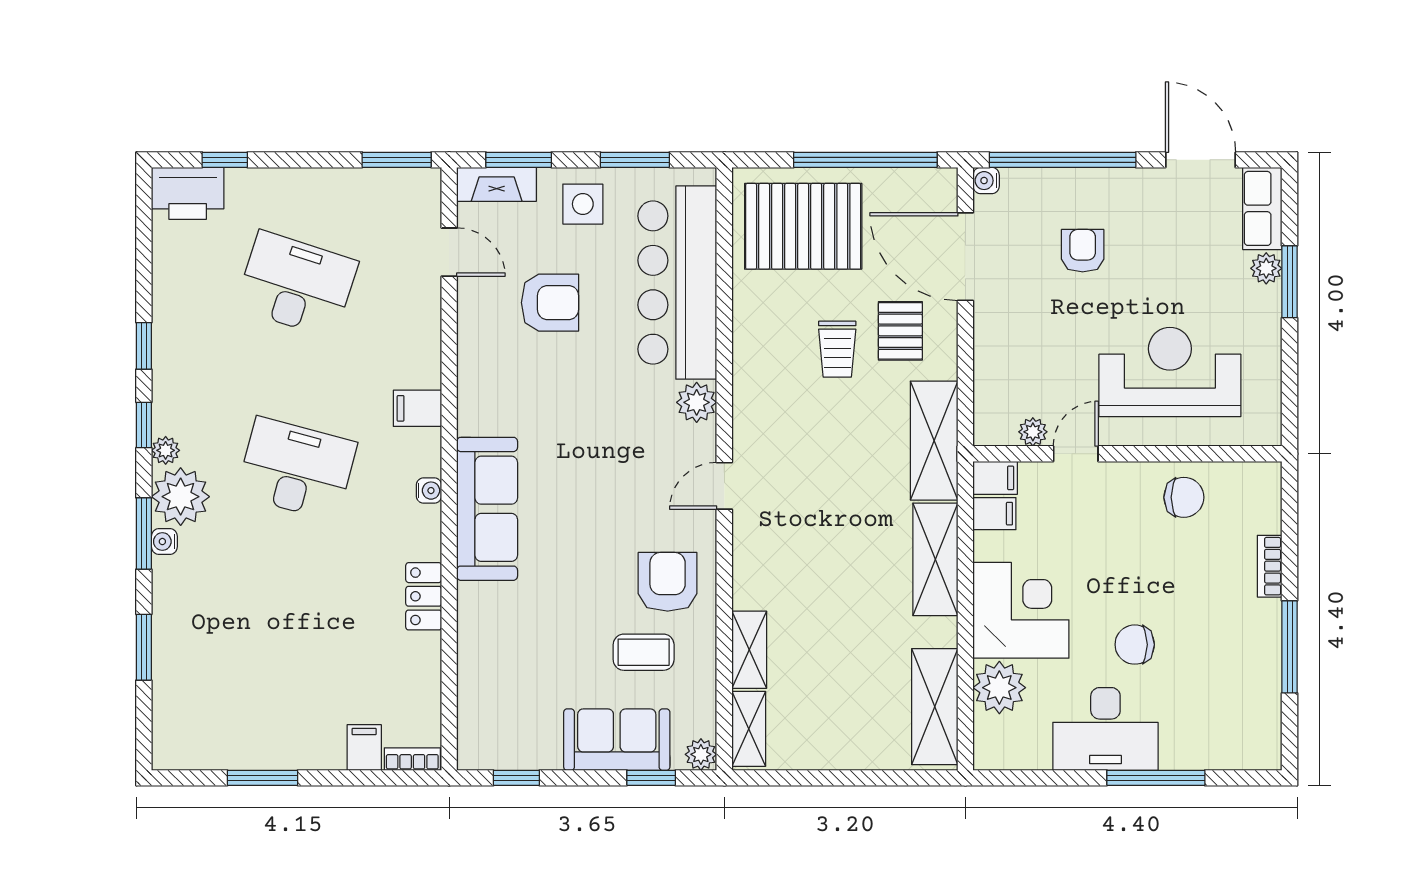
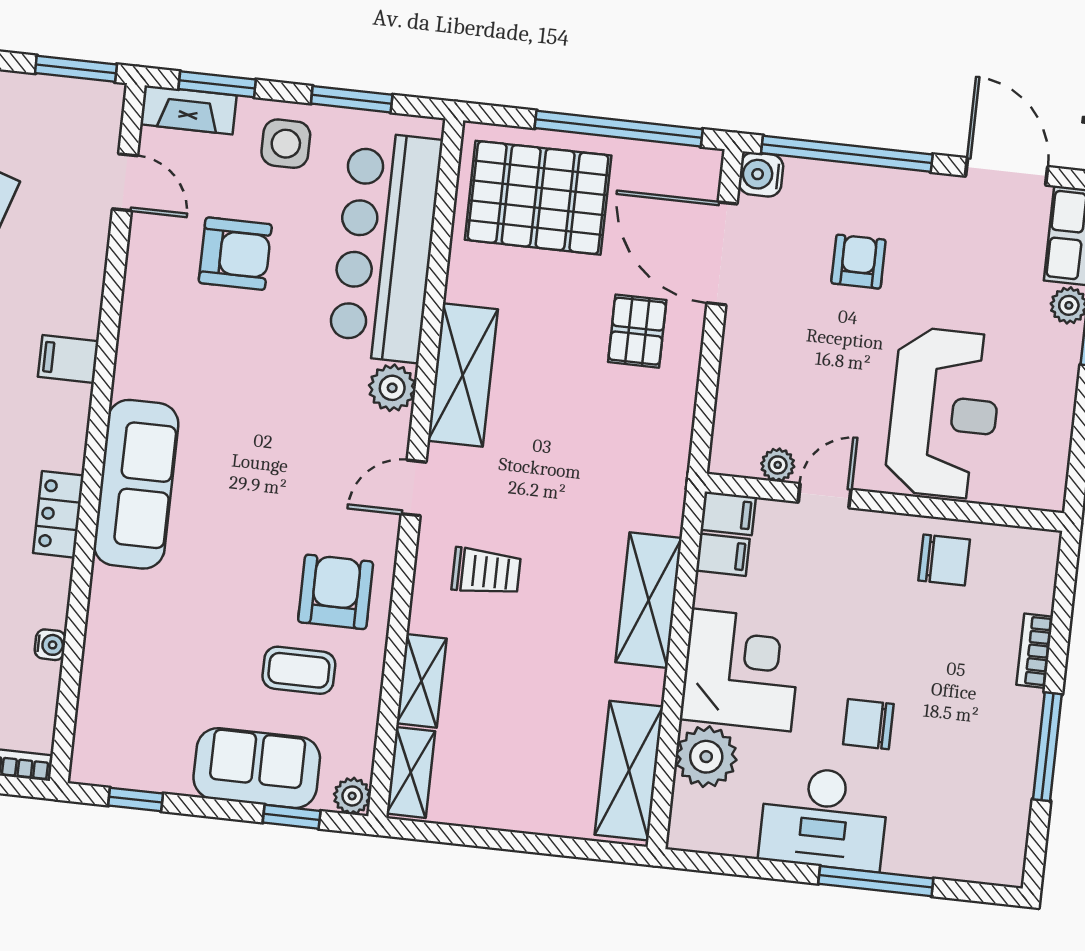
water cooler: (986, 181) -> (761, 175), width x1.38, depth x1.38
trolley: (837, 349) -> (486, 572), moved, turned -90
reception desk: (1170, 372) -> (944, 413), turned 90
shelving: (934, 441) -> (463, 375), moved
water cooler: (429, 491) -> (50, 645), moved
locker: (424, 596) -> (58, 514), moved

